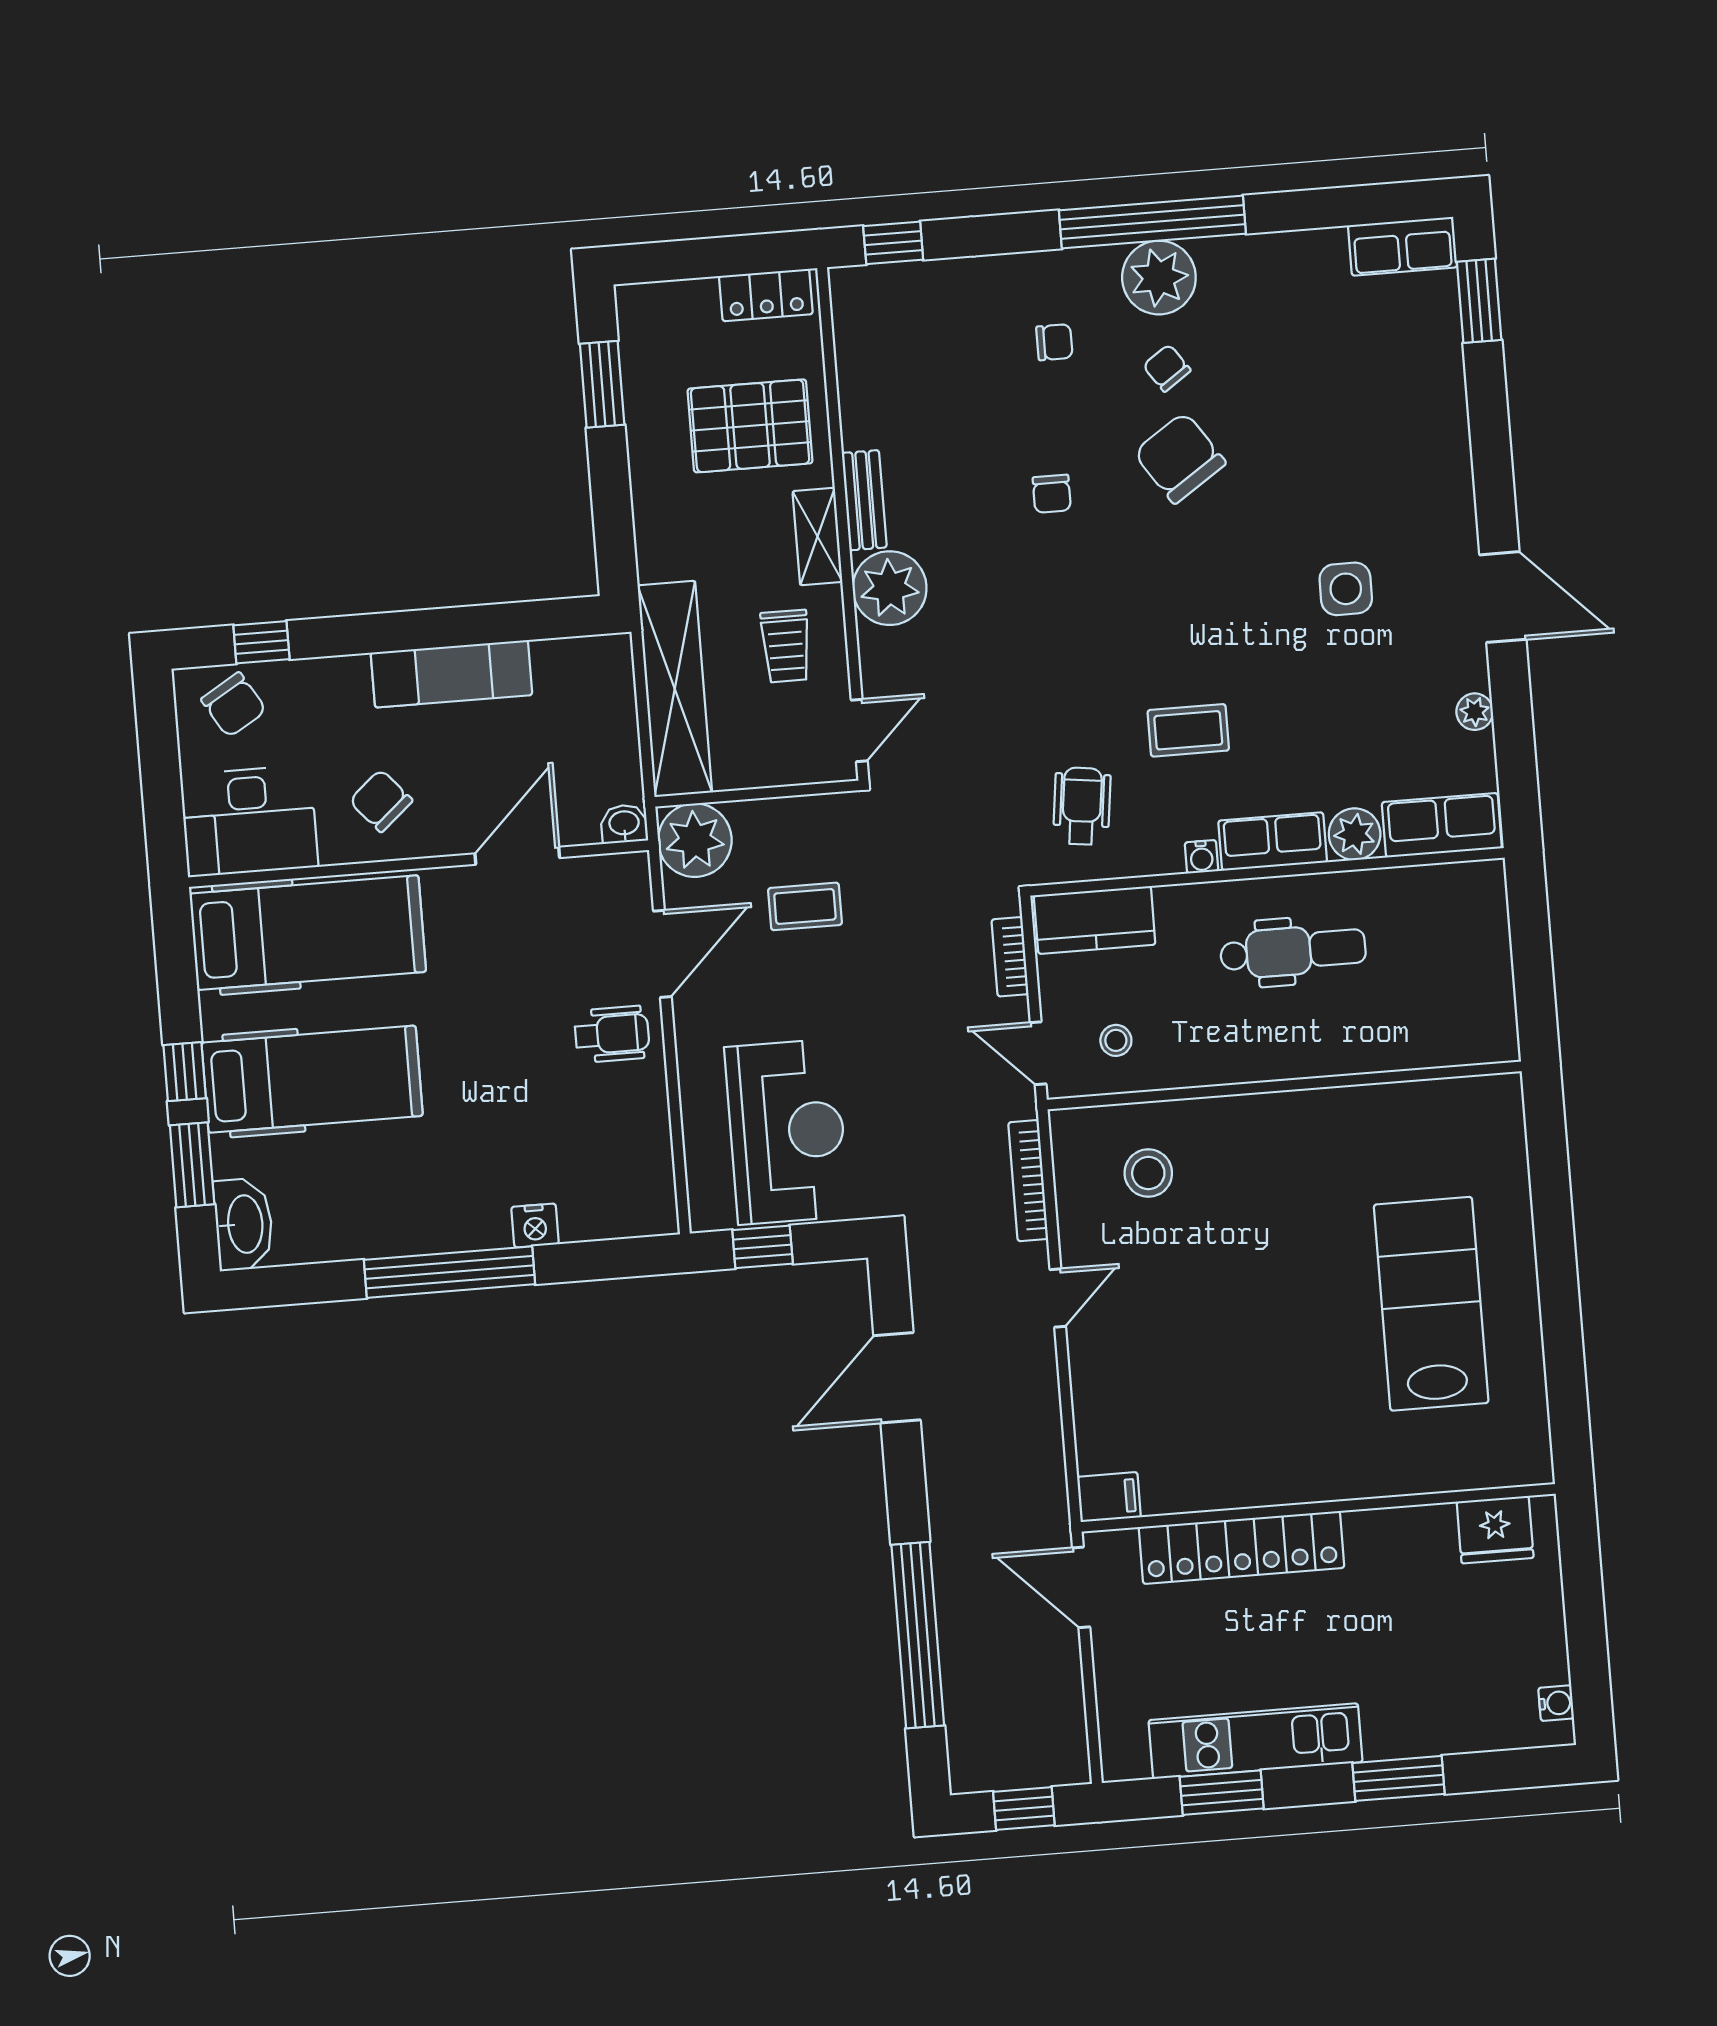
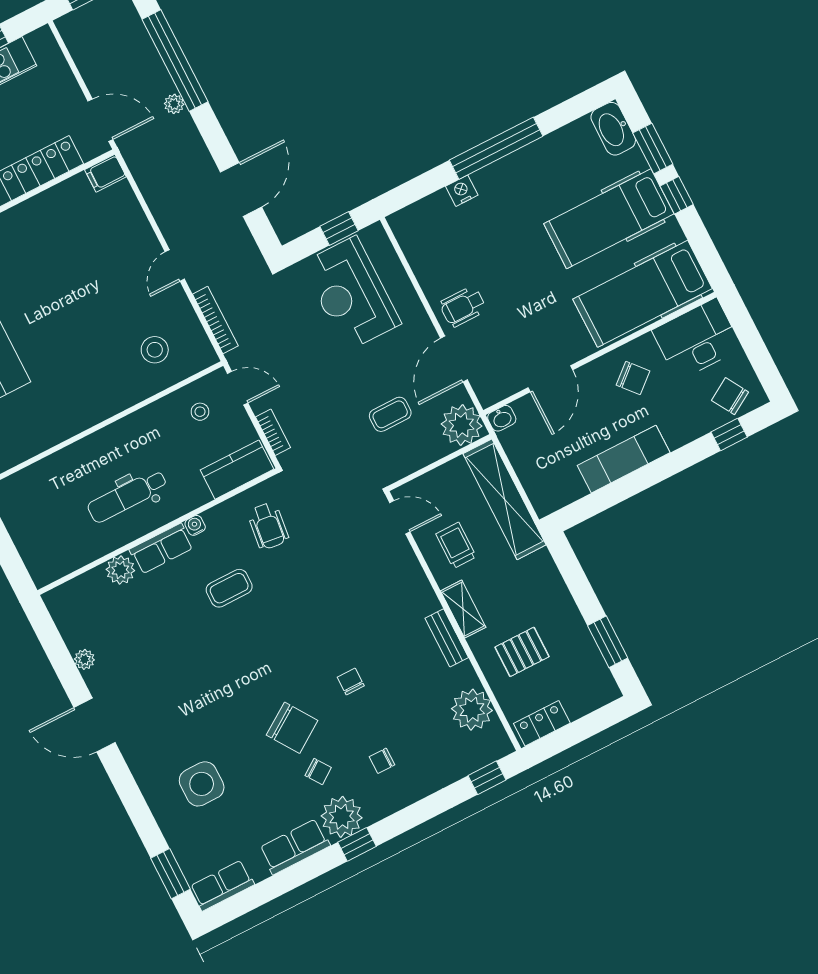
window: (1152, 222) -> (357, 844), width x0.32
pallet: (750, 426) -> (522, 652), width x0.67, depth x0.71
plant: (890, 588) -> (472, 710), moved
side table: (1346, 589) -> (202, 784), moved, width x1.37, depth x1.37
door: (859, 731) -> (400, 517), swing flipped
row of seats: (1442, 825) -> (295, 847), moved, turned 180
plant: (949, 1564) -> (174, 104), added

